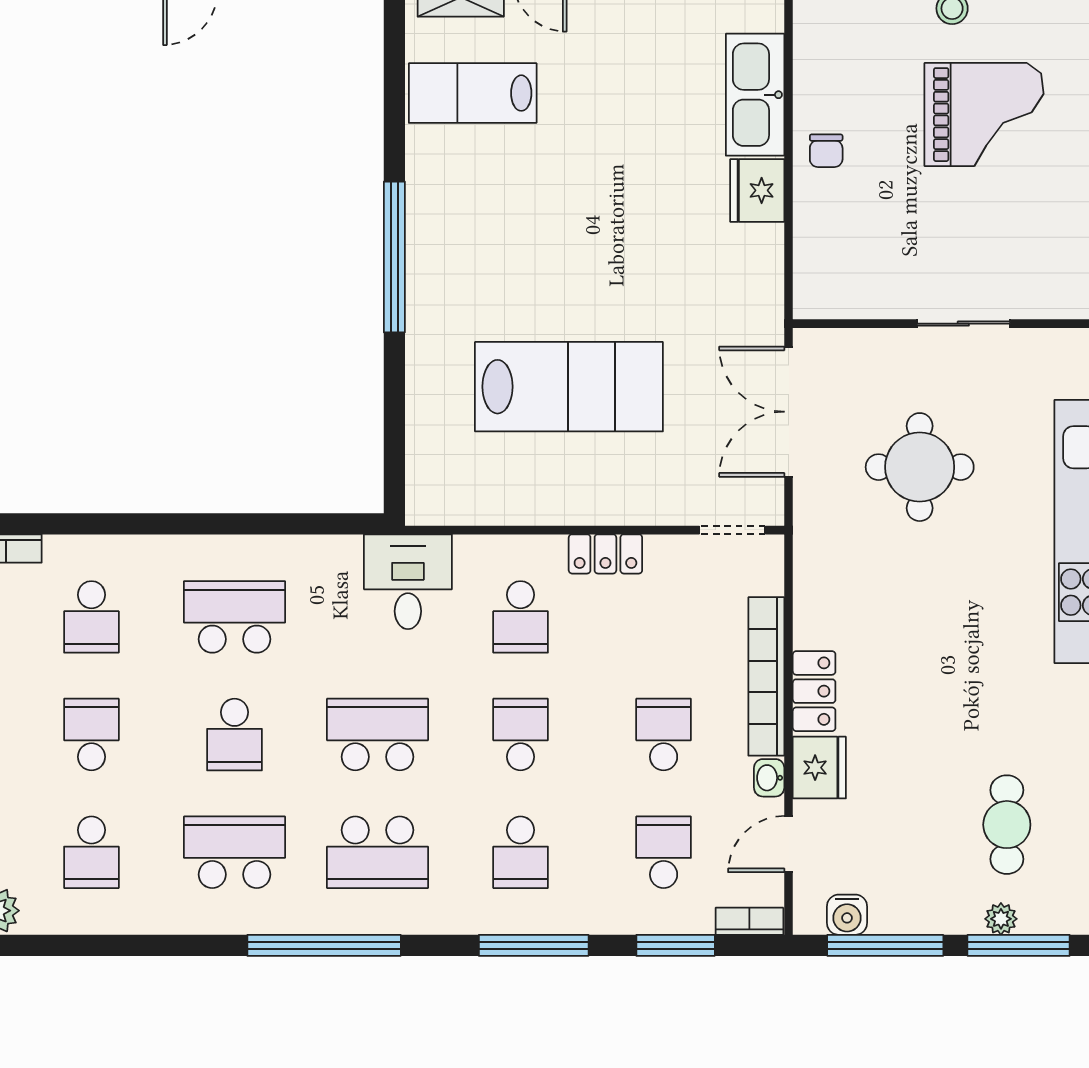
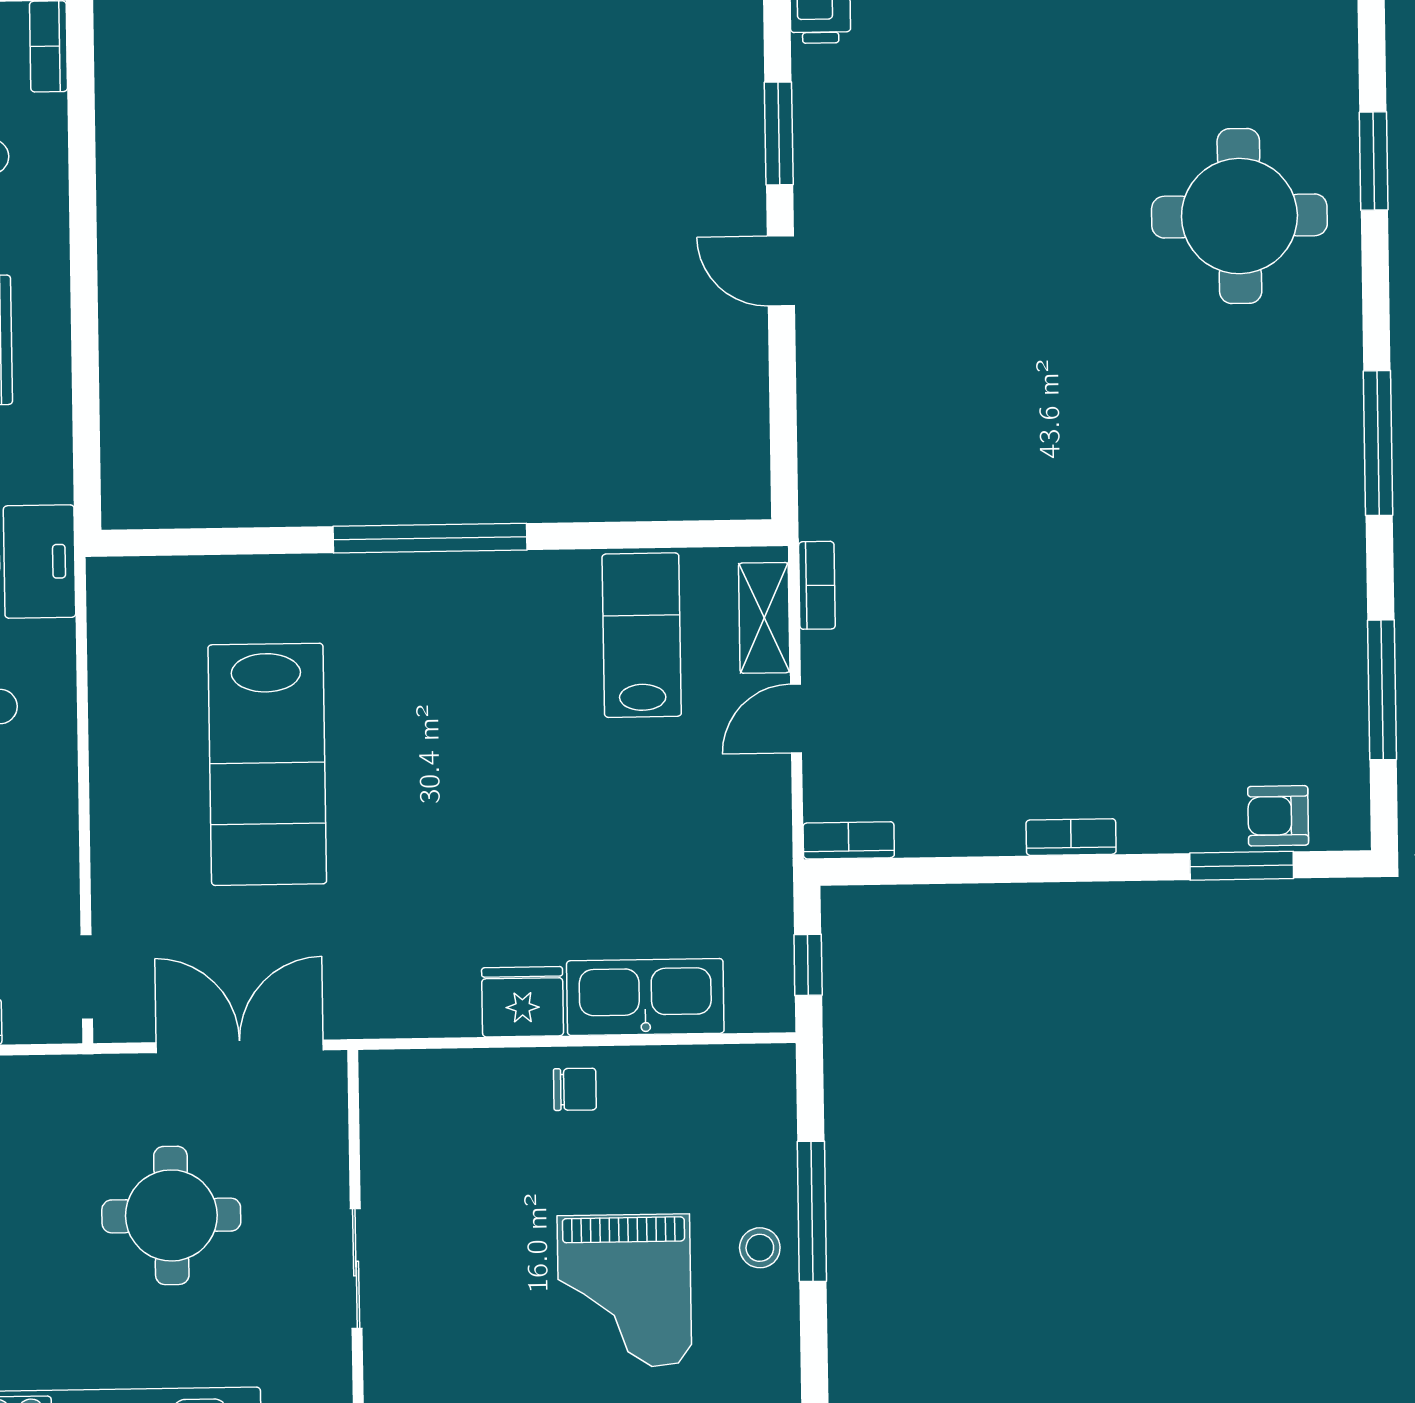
chair: (826, 151) -> (575, 1089), turned 180
locker: (605, 554) -> (54, 815), removed

